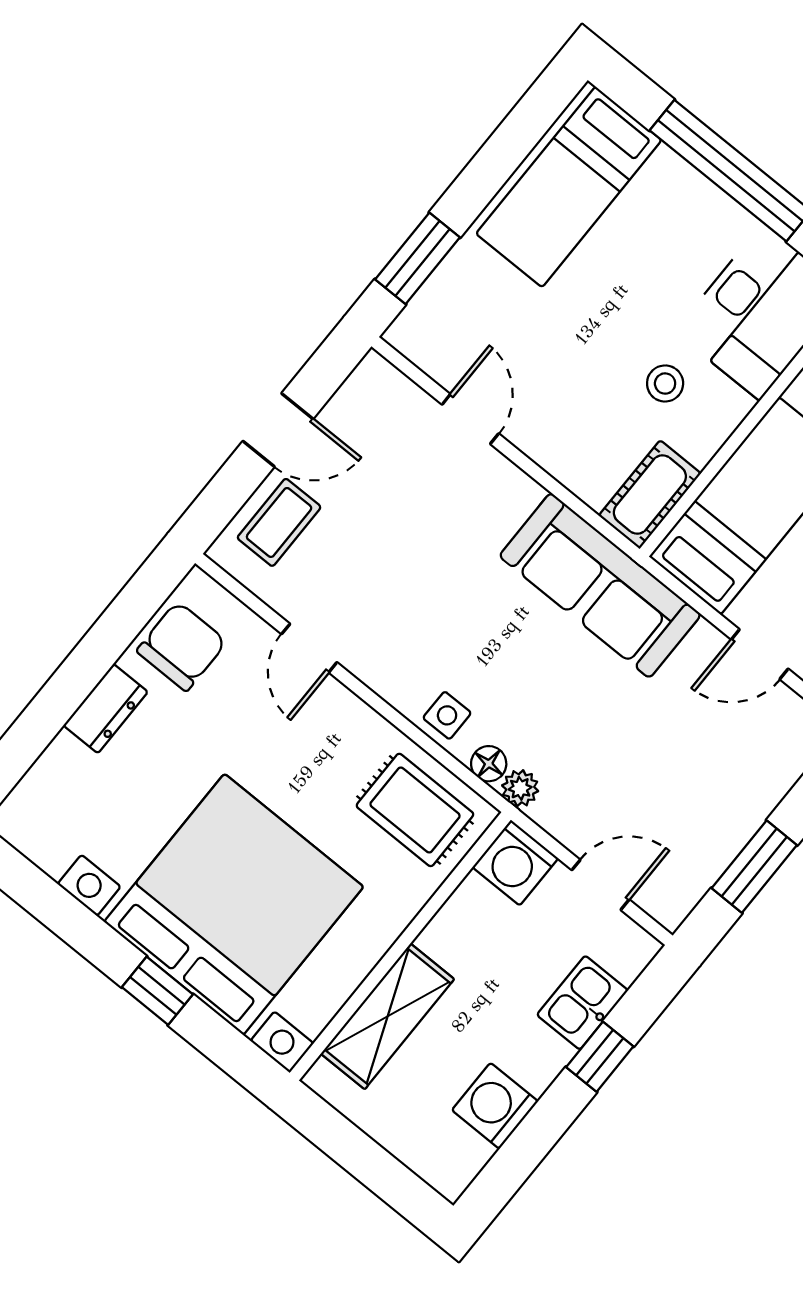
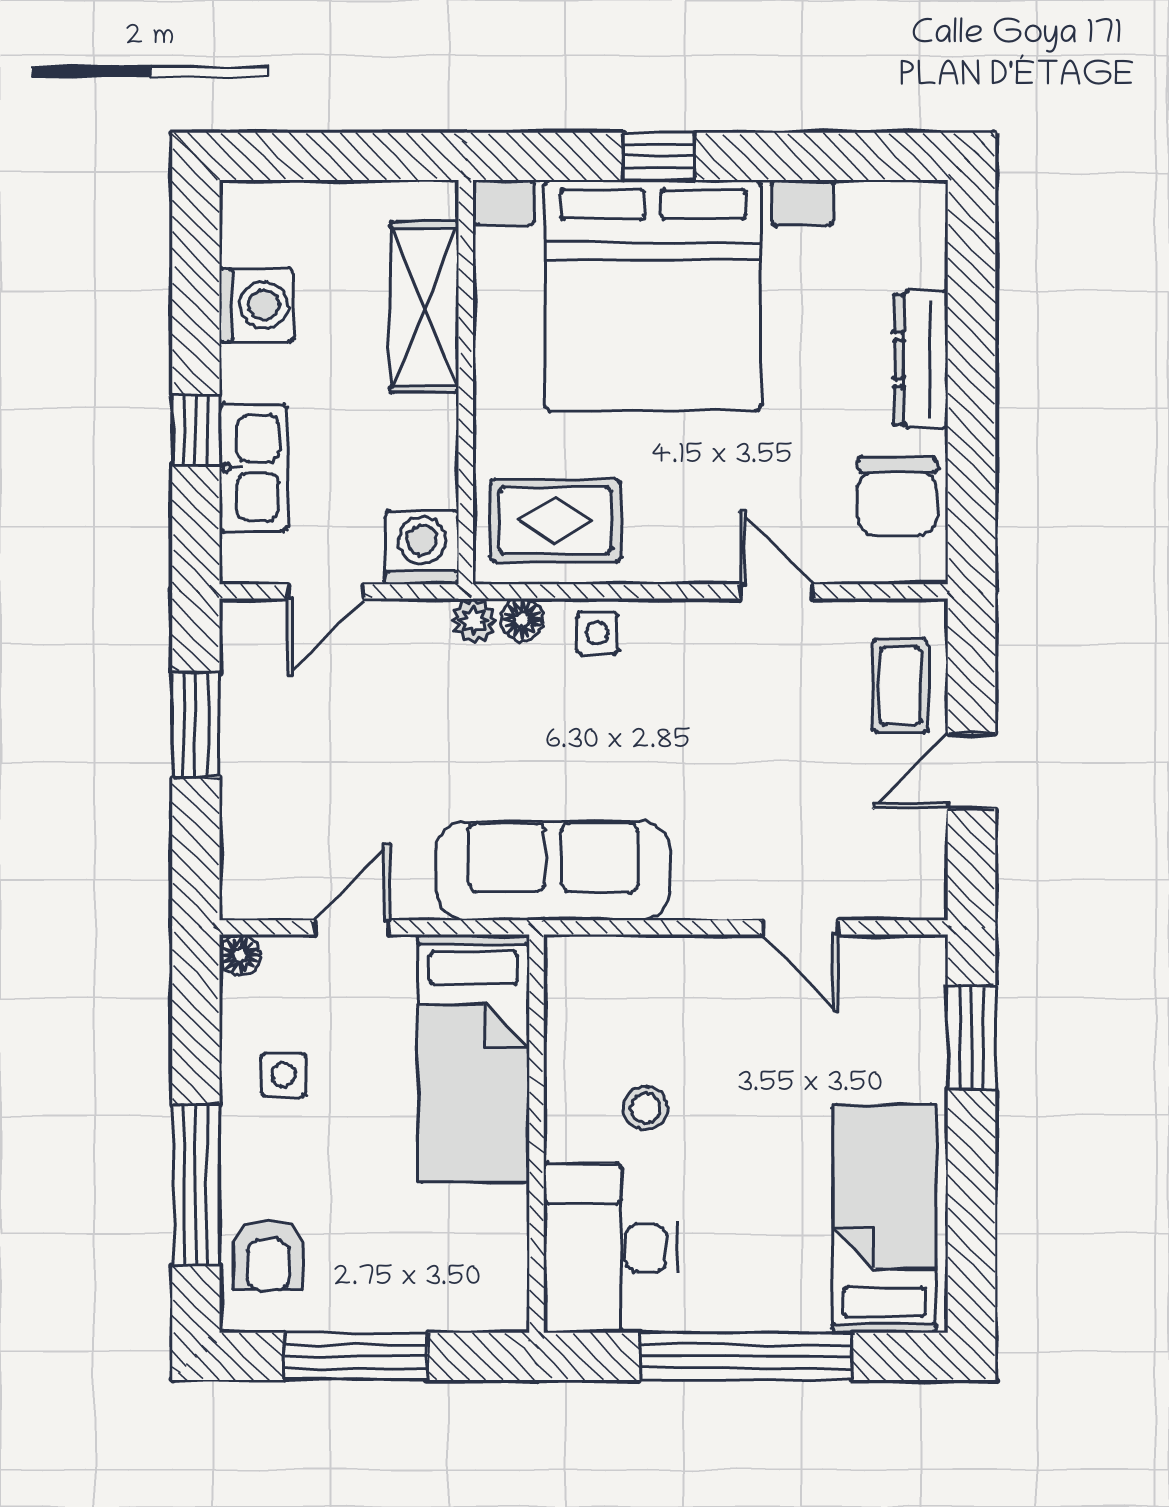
cot: (650, 495) -> (576, 993), removed
dresser: (106, 709) -> (921, 360), width x1.44
kitchen sink: (582, 1003) -> (253, 468), width x1.38

